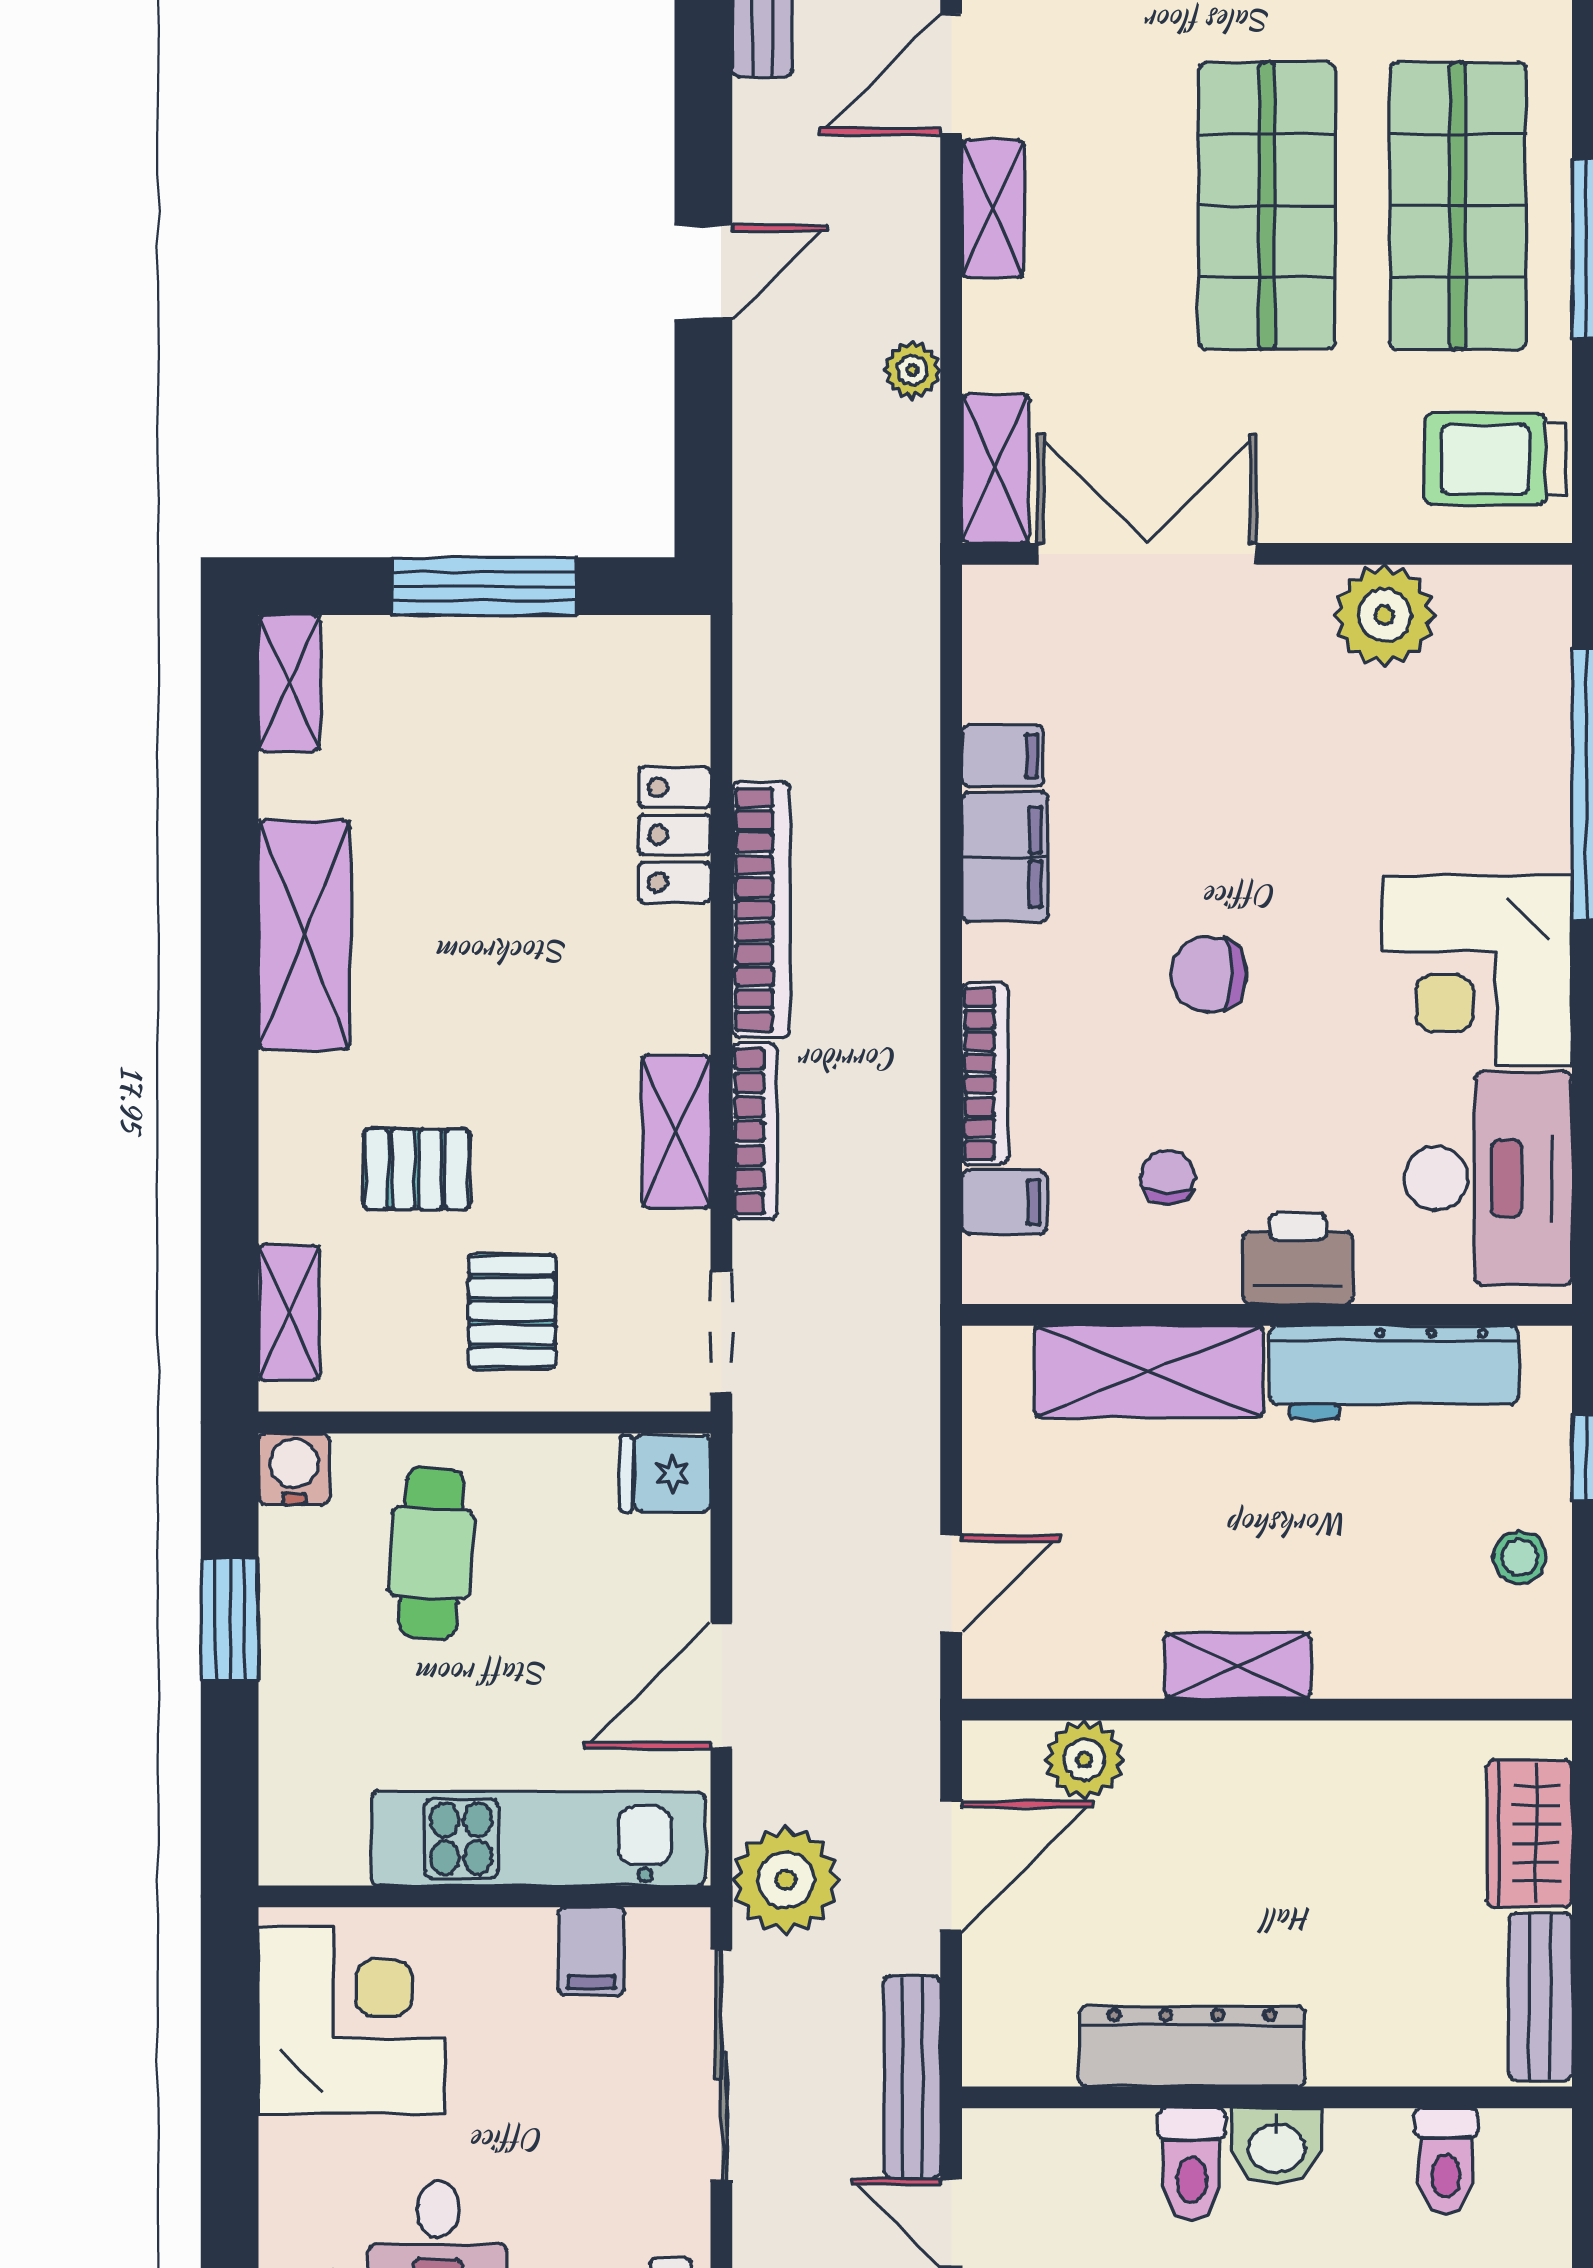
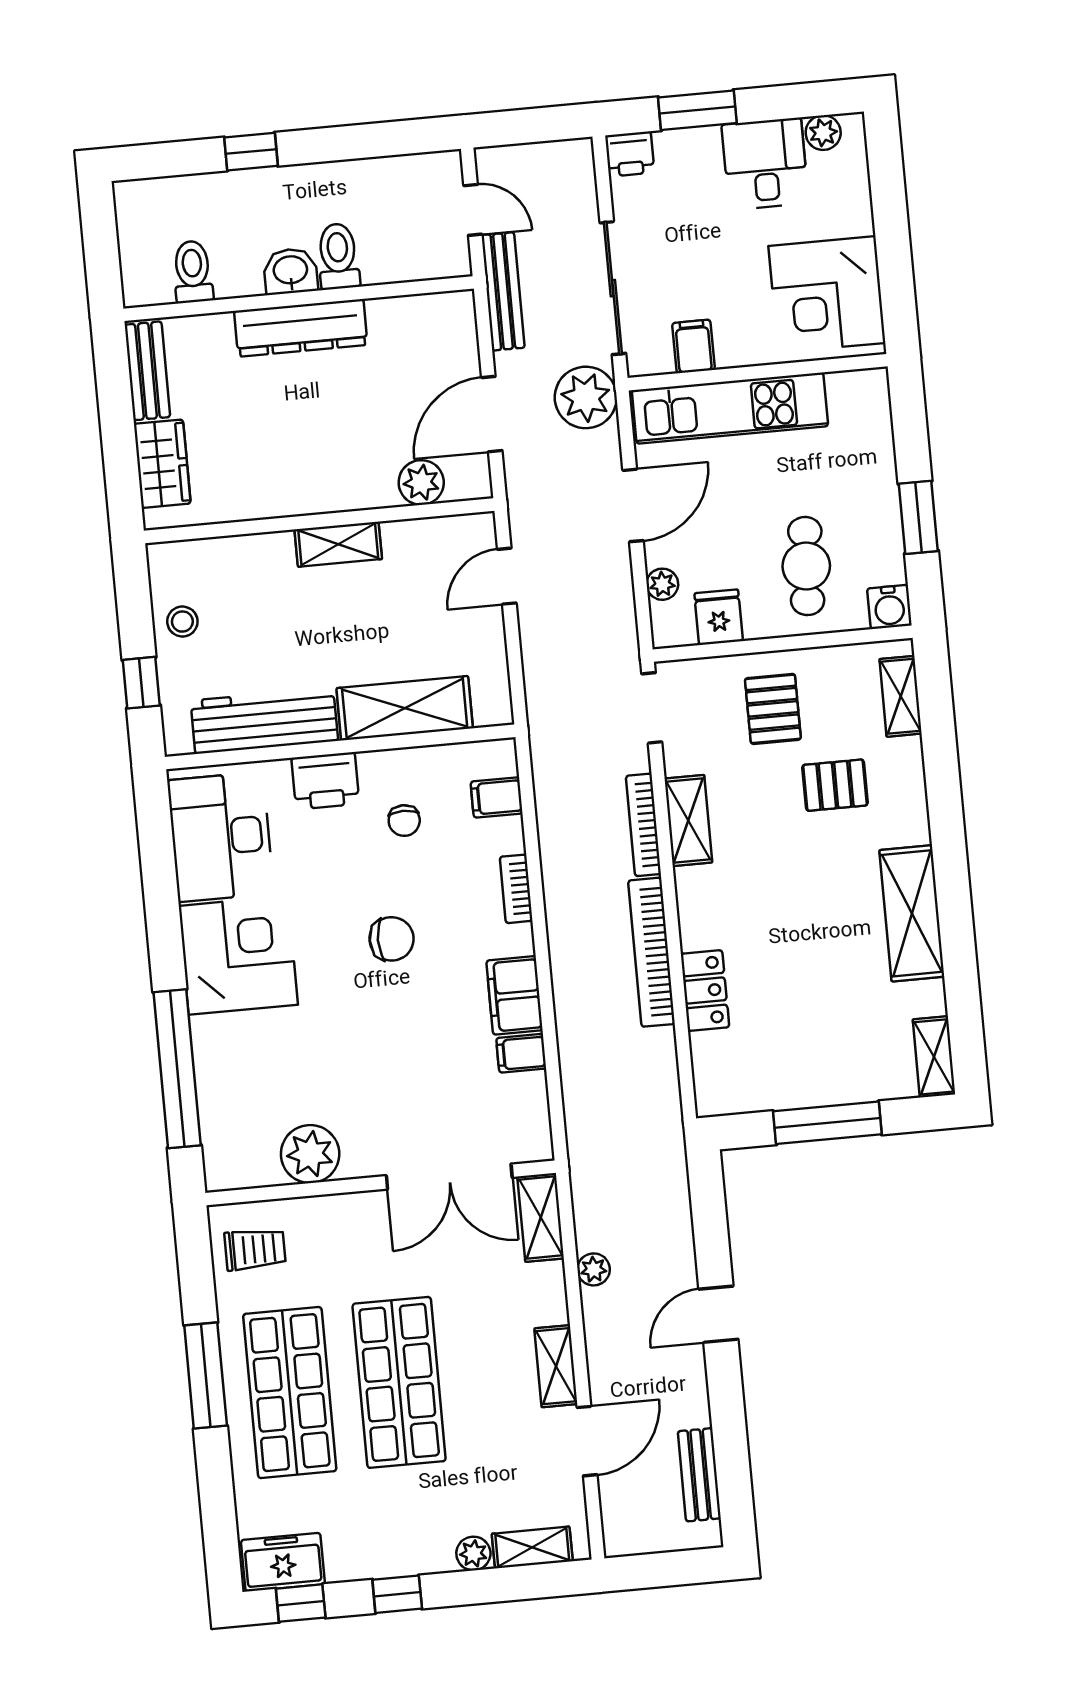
trolley: (1495, 459) -> (255, 1249), width x0.73, depth x0.72
bookcase: (985, 1074) -> (516, 889), width x0.64
fridge: (665, 1474) -> (719, 617), moved, turned -90
plant: (683, 1545) -> (662, 584), added
dresser: (1192, 2046) -> (301, 328), moved

